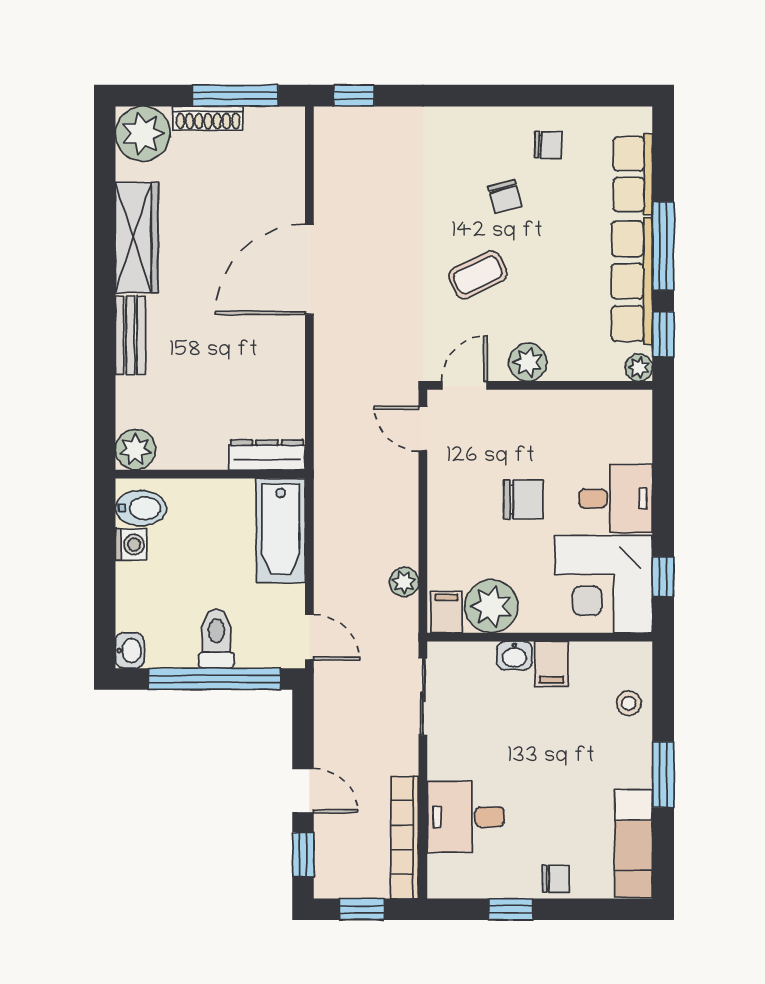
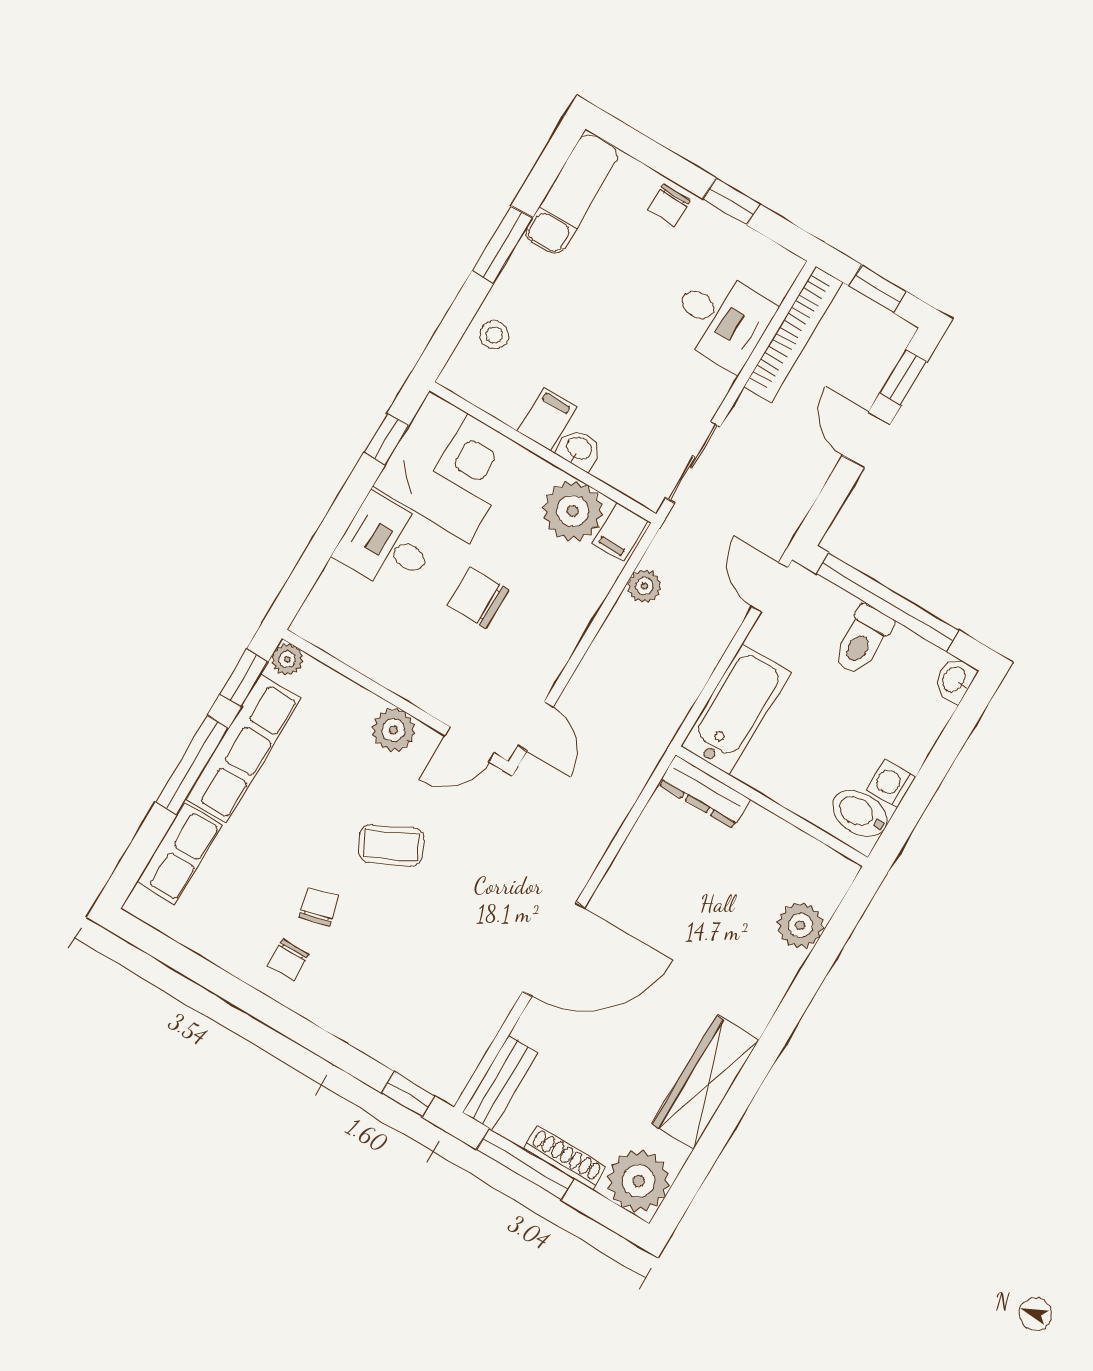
chair: (548, 145) -> (288, 960), moved, turned -92
bench: (130, 335) -> (500, 1083), moved
plant: (135, 450) -> (800, 925), moved
chair: (556, 879) -> (669, 205), turned -90

